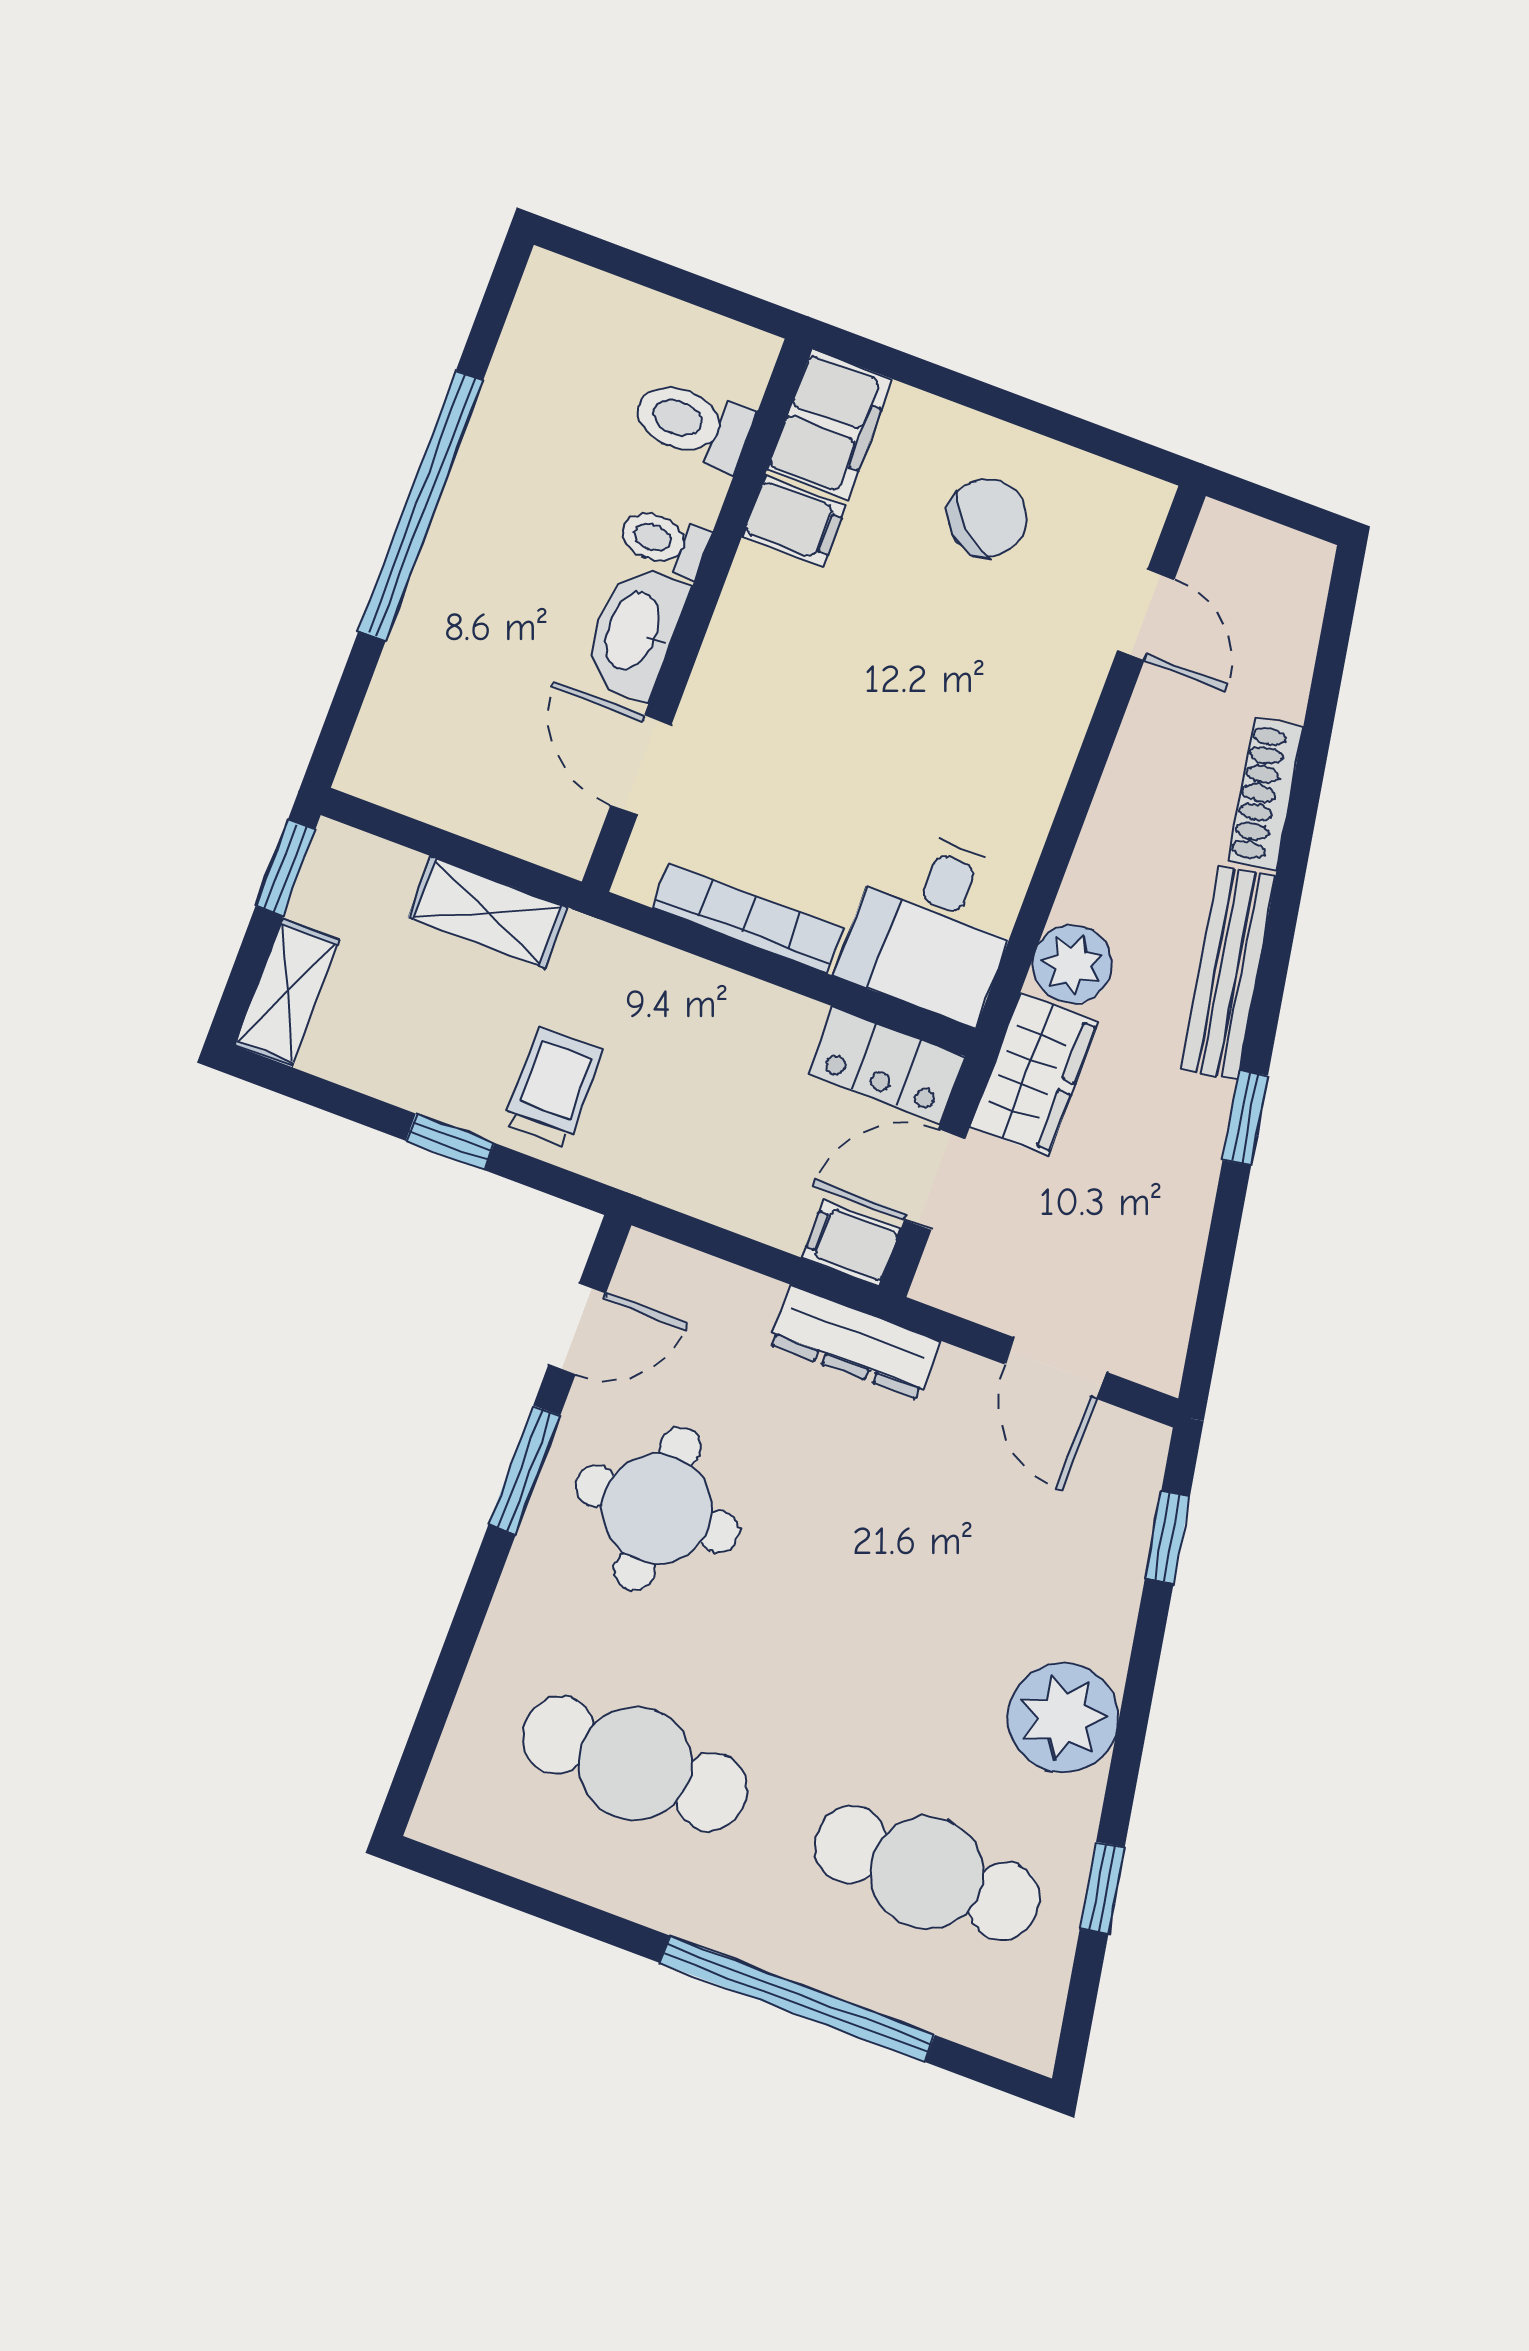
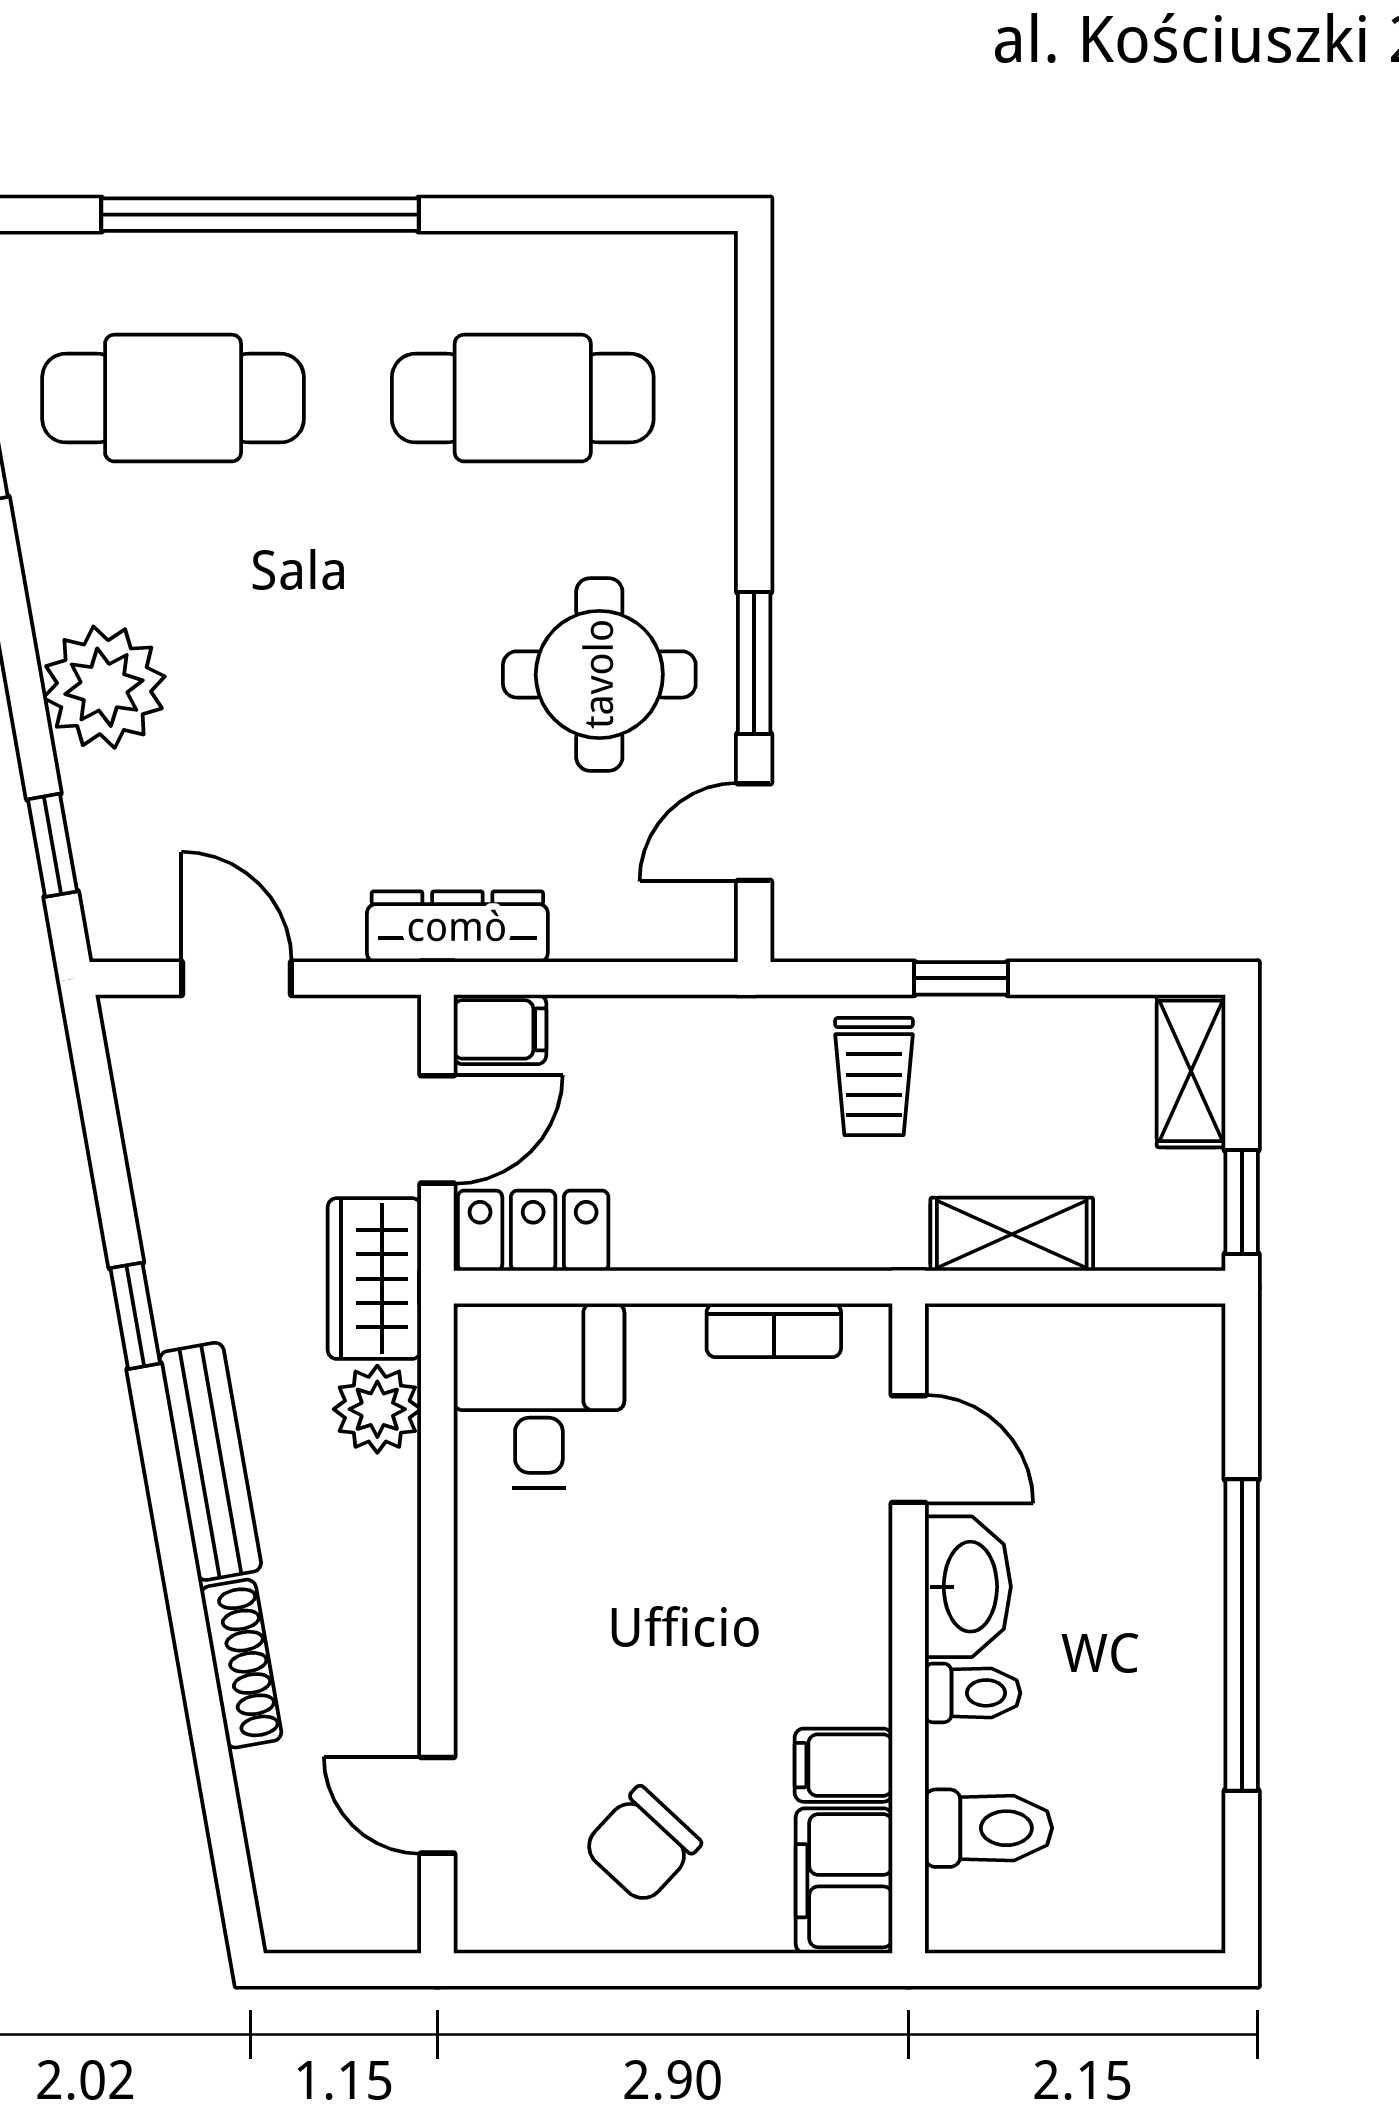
bookcase: (748, 918) -> (774, 1330), width x0.64
plant: (1063, 1718) -> (104, 687), moved

